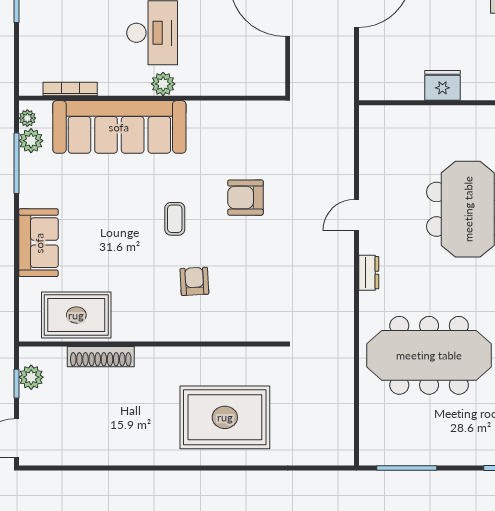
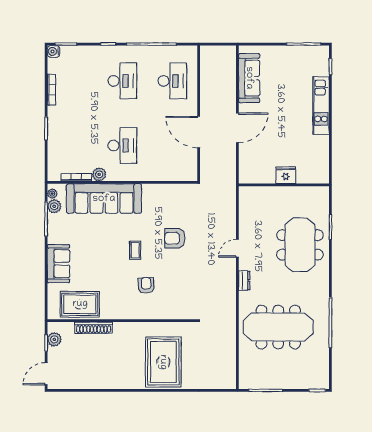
plant: (163, 84) -> (99, 174), moved
rug: (225, 417) -> (163, 362), turned 90

